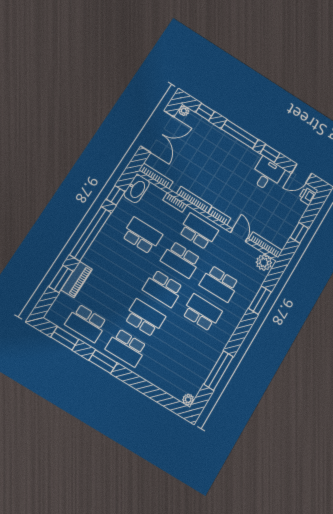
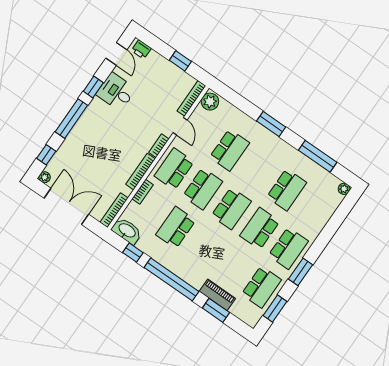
door: (239, 235) -> (180, 126), swing flipped
window: (260, 300) -> (271, 124), moved
school desk: (202, 313) -> (287, 190), moved, turned 180

